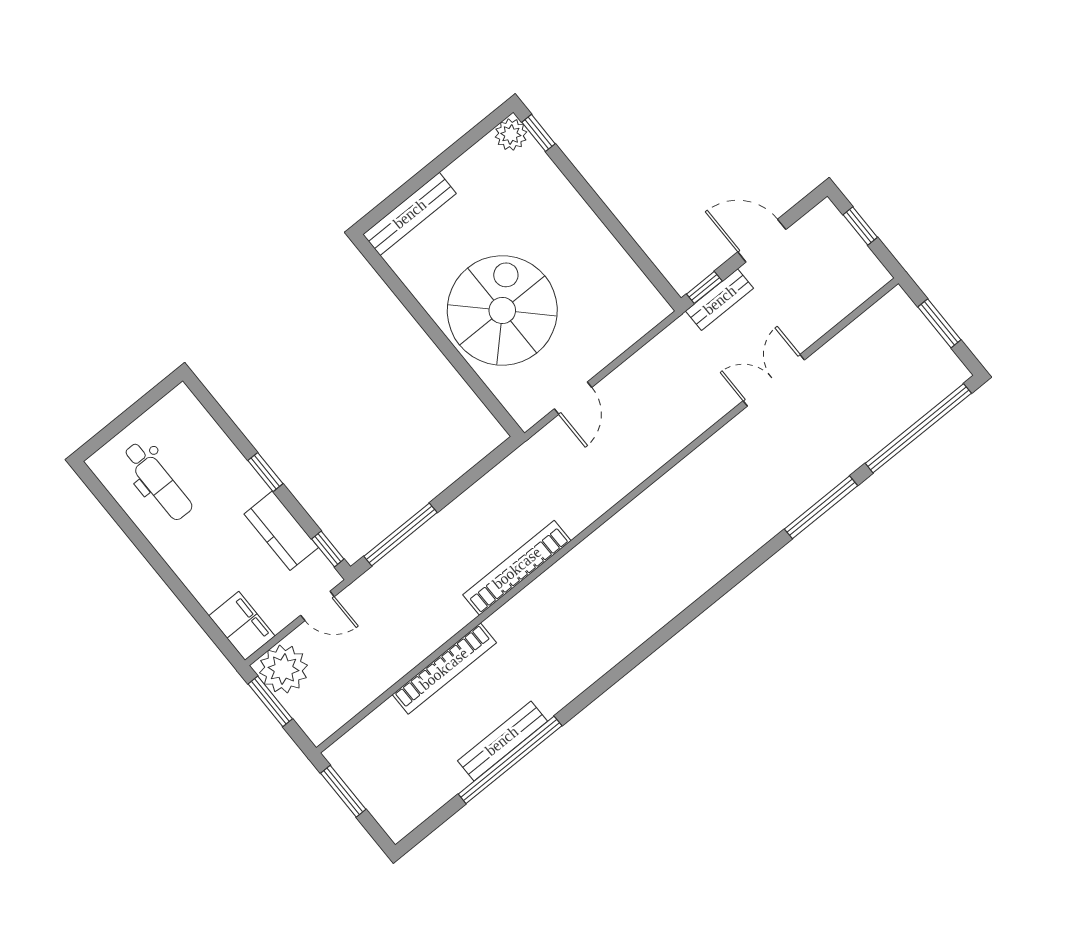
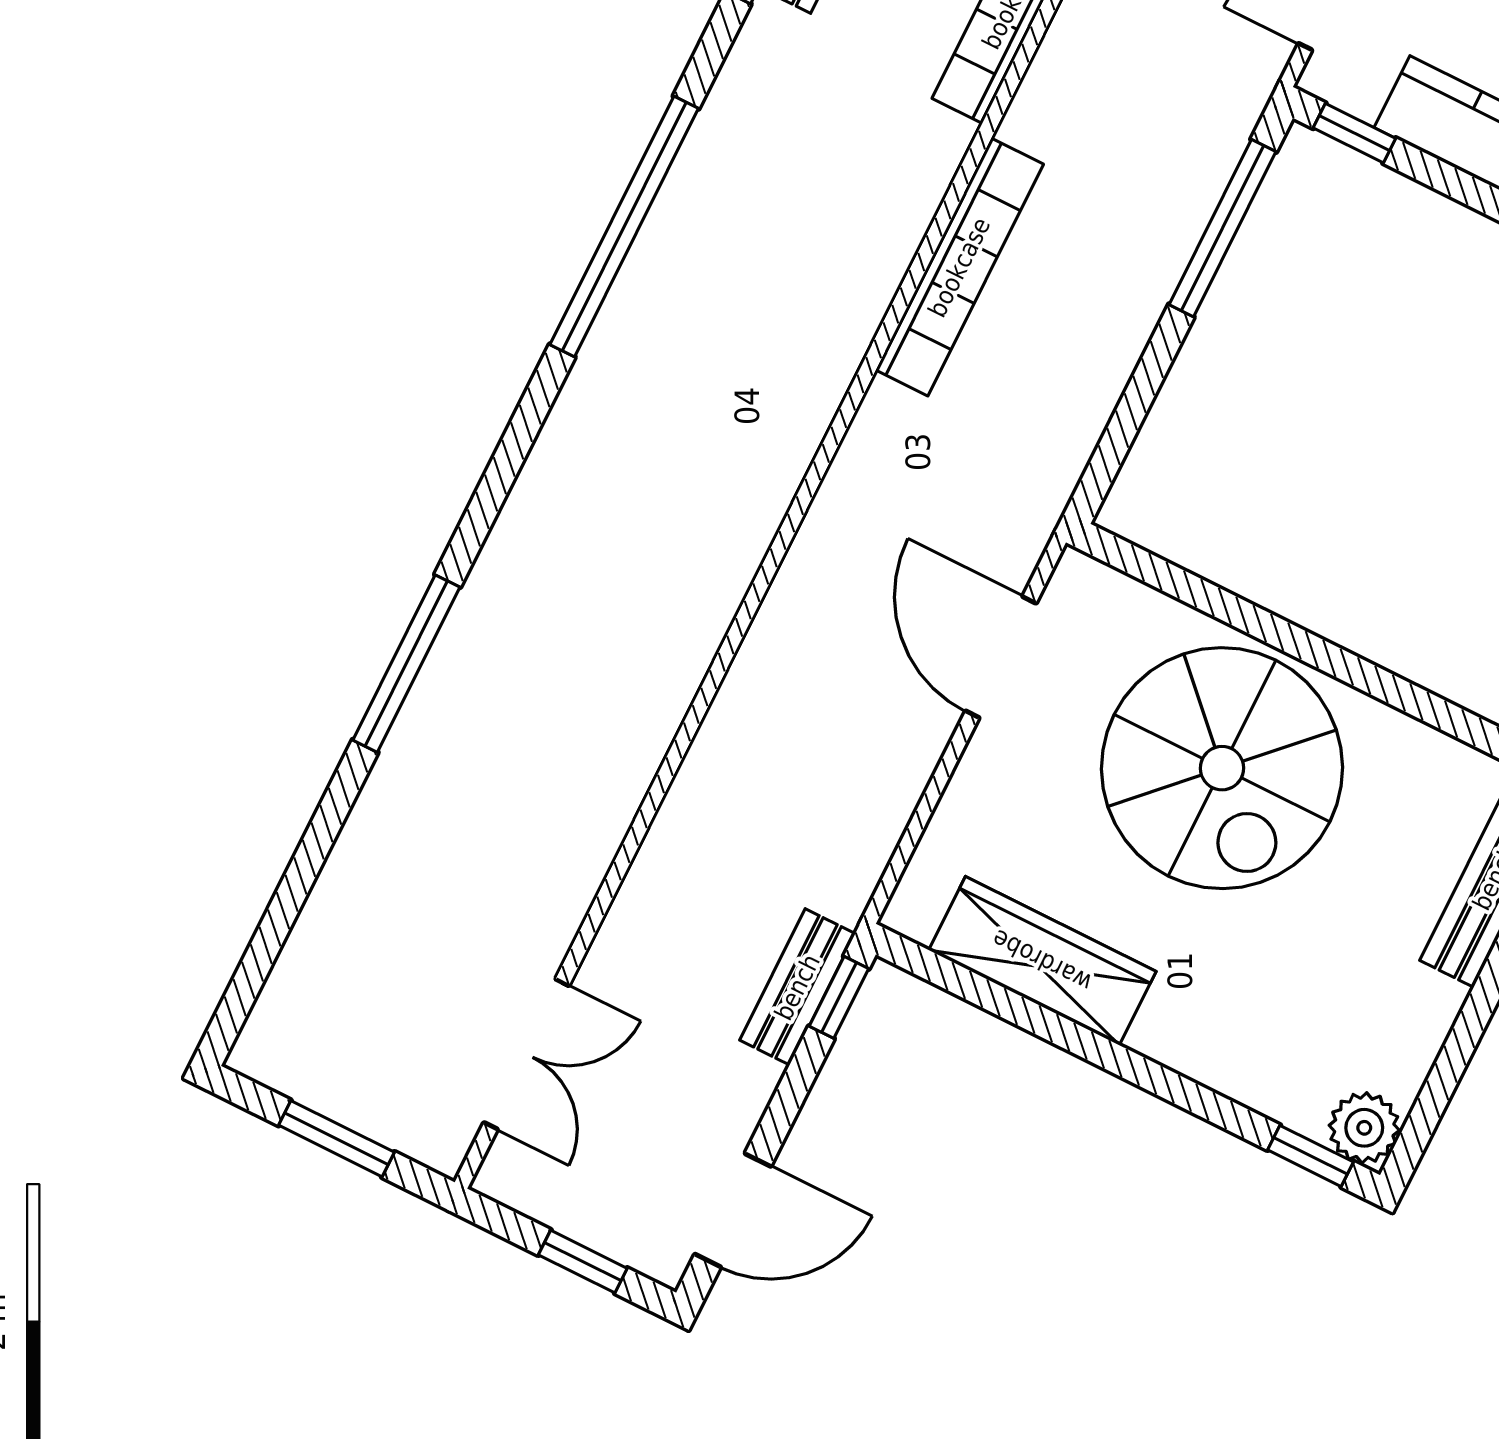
door: (762, 241) -> (733, 1210), moved
wardrobe: (613, 264) -> (1042, 961), added
double door: (774, 380) -> (526, 1054), moved
door: (573, 398) -> (1001, 657), width x1.38
window: (918, 428) -> (624, 227), moved

